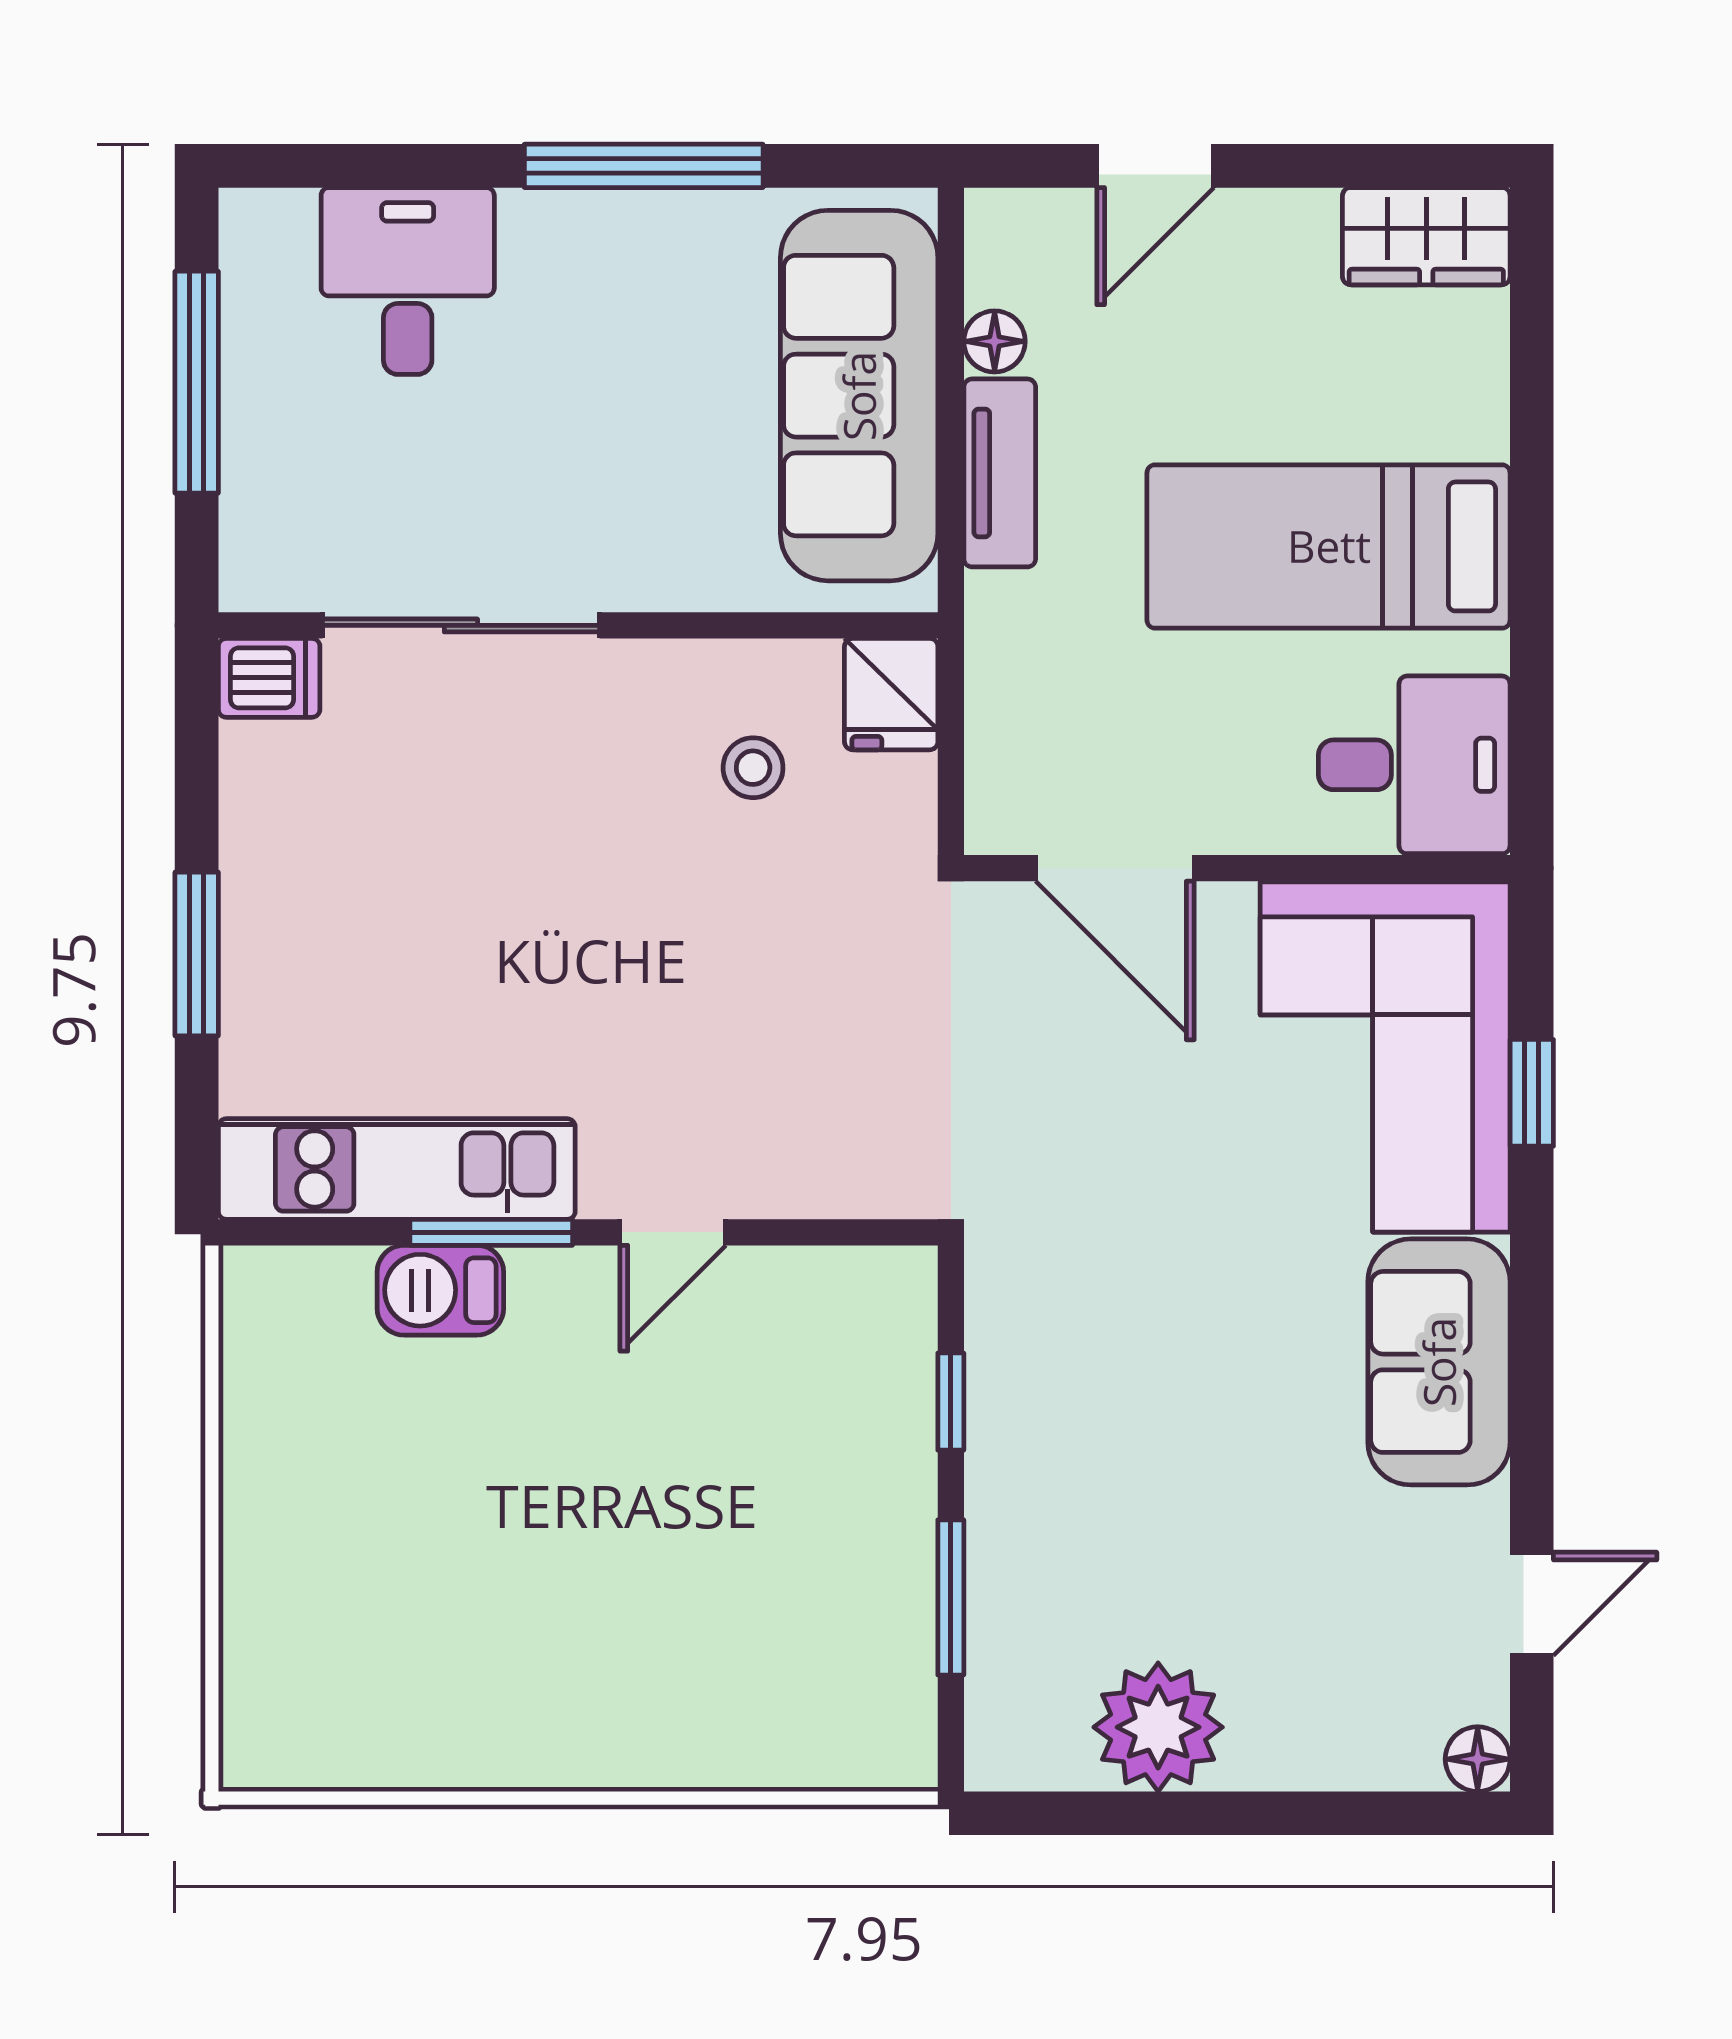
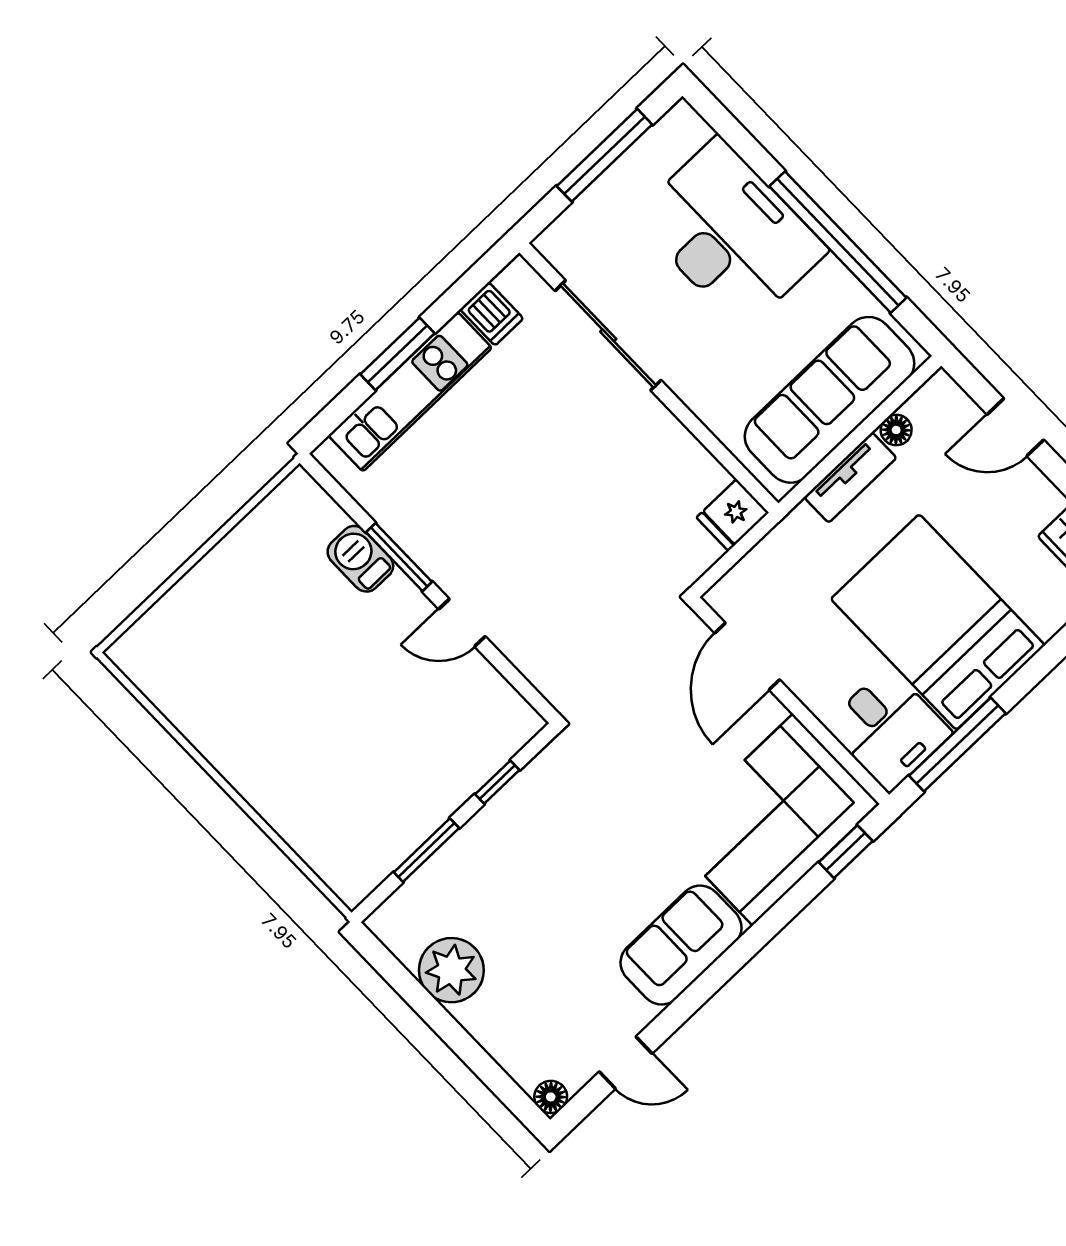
window: (644, 166) -> (838, 242), width x1.46
desk: (408, 281) -> (730, 234), width x1.87, depth x1.30
bed: (1329, 546) -> (938, 622), width x1.50
dishwasher: (269, 678) -> (492, 314), moved
window: (1532, 687) -> (957, 745), added
stool: (753, 768) -> (658, 491), removed
window: (1532, 1093) -> (846, 852), moved
kitchen unit: (397, 1169) -> (410, 392), moved, turned 90

